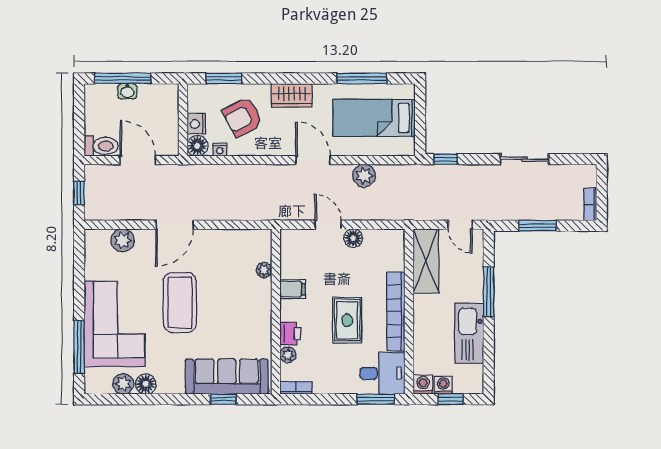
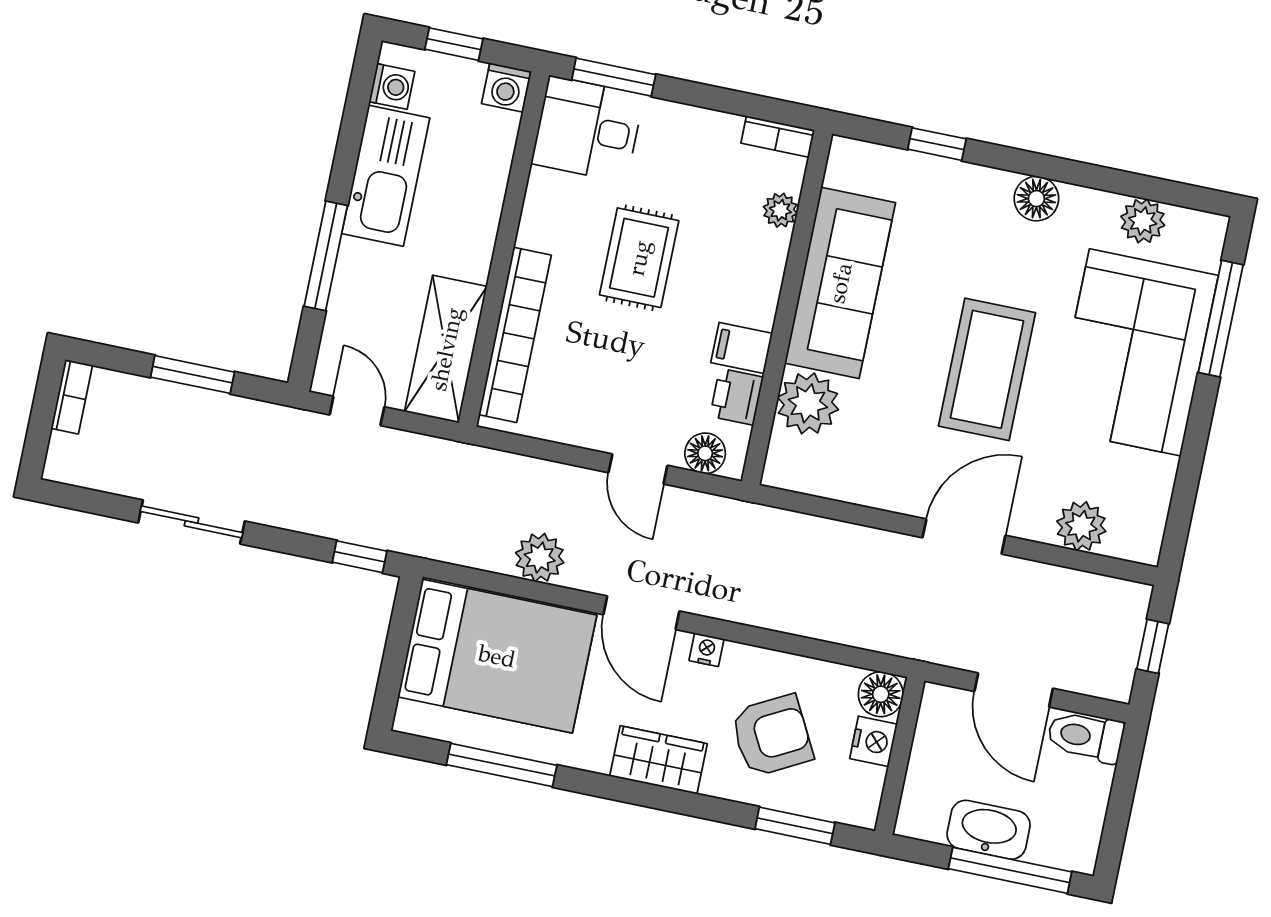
washbasin: (127, 91) -> (989, 830), width x1.91, depth x1.45
bed: (374, 118) -> (497, 656), width x1.50
nightstand: (220, 150) -> (706, 650), moved
floor lamp: (353, 238) -> (705, 453), moved
plant: (264, 270) -> (808, 403), width x1.88, depth x1.88
bookcase: (396, 311) -> (515, 335), moved
printer: (290, 334) -> (737, 397), moved
sofa: (227, 377) -> (840, 283), moved, turned -90
floor lamp: (146, 384) -> (1036, 199), moved
washing machine: (443, 385) -> (392, 86), moved, turned -90

